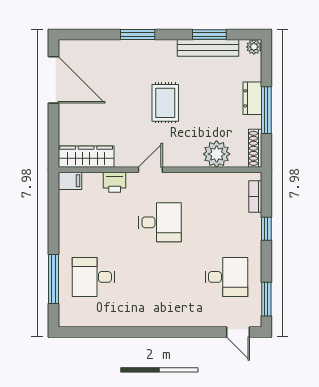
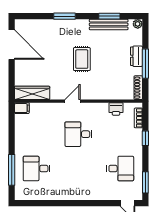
plant: (217, 154) -> (114, 91), removed
printer: (115, 182) -> (116, 109), moved
desk: (160, 222) -> (78, 134), turned 180

